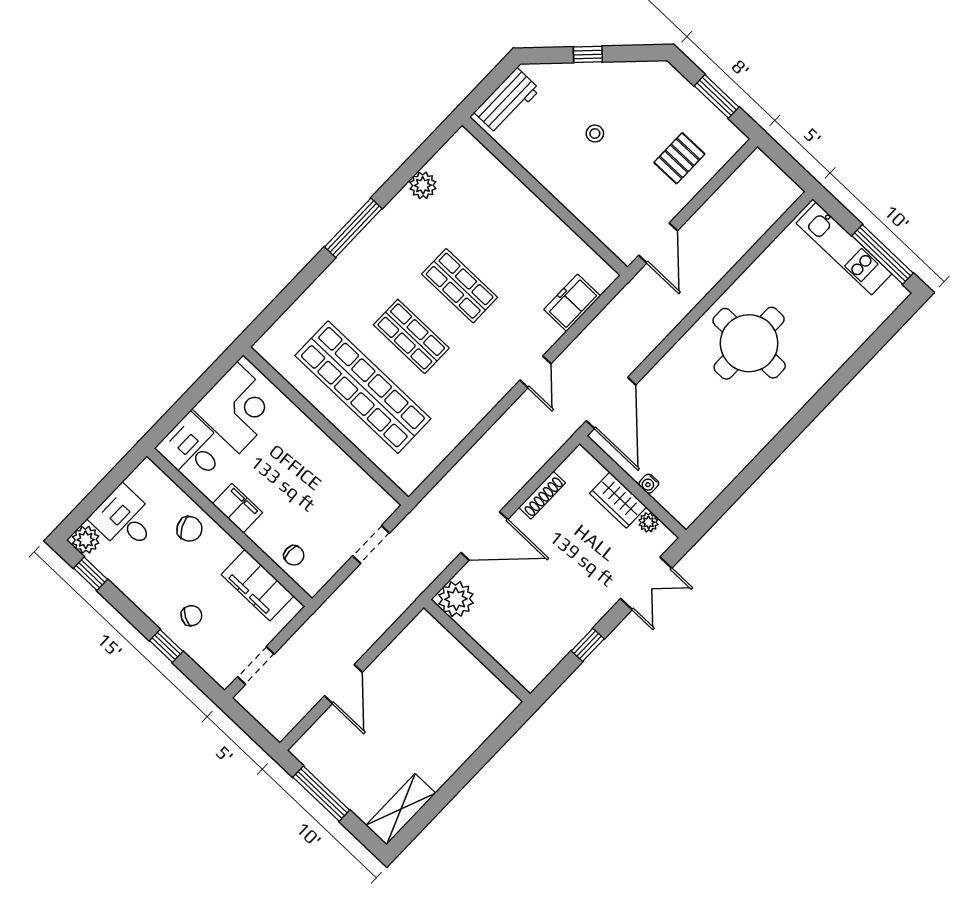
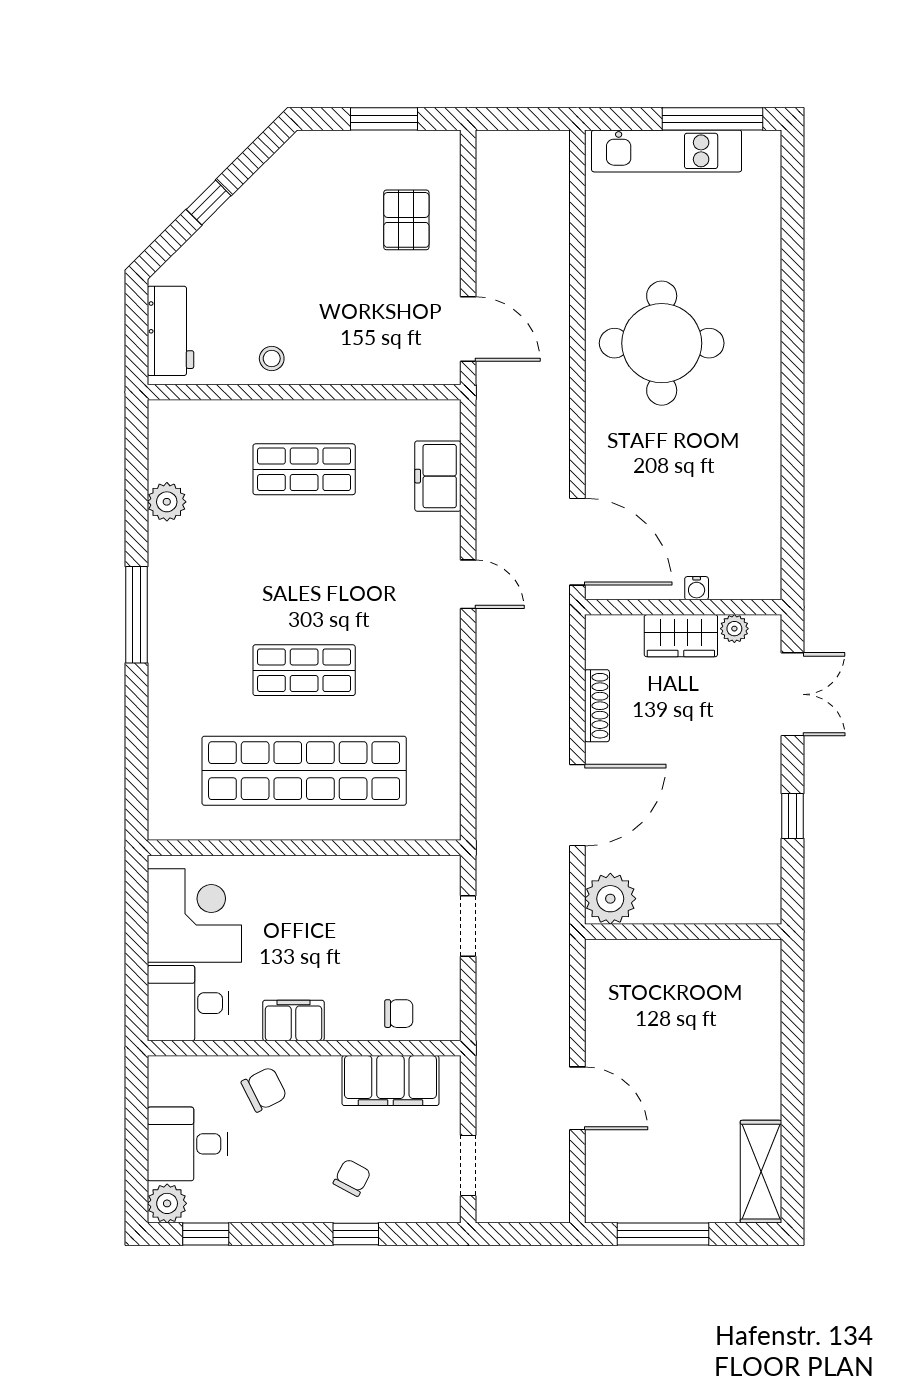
stool: (595, 134) -> (272, 359), moved
shop shelf: (460, 286) -> (304, 469), moved

